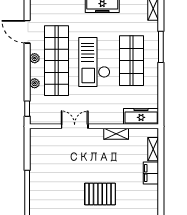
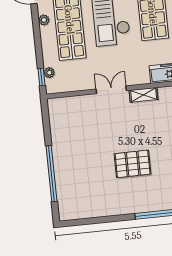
plant: (35, 83) -> (49, 73), moved
double door: (75, 126) -> (111, 90), moved

